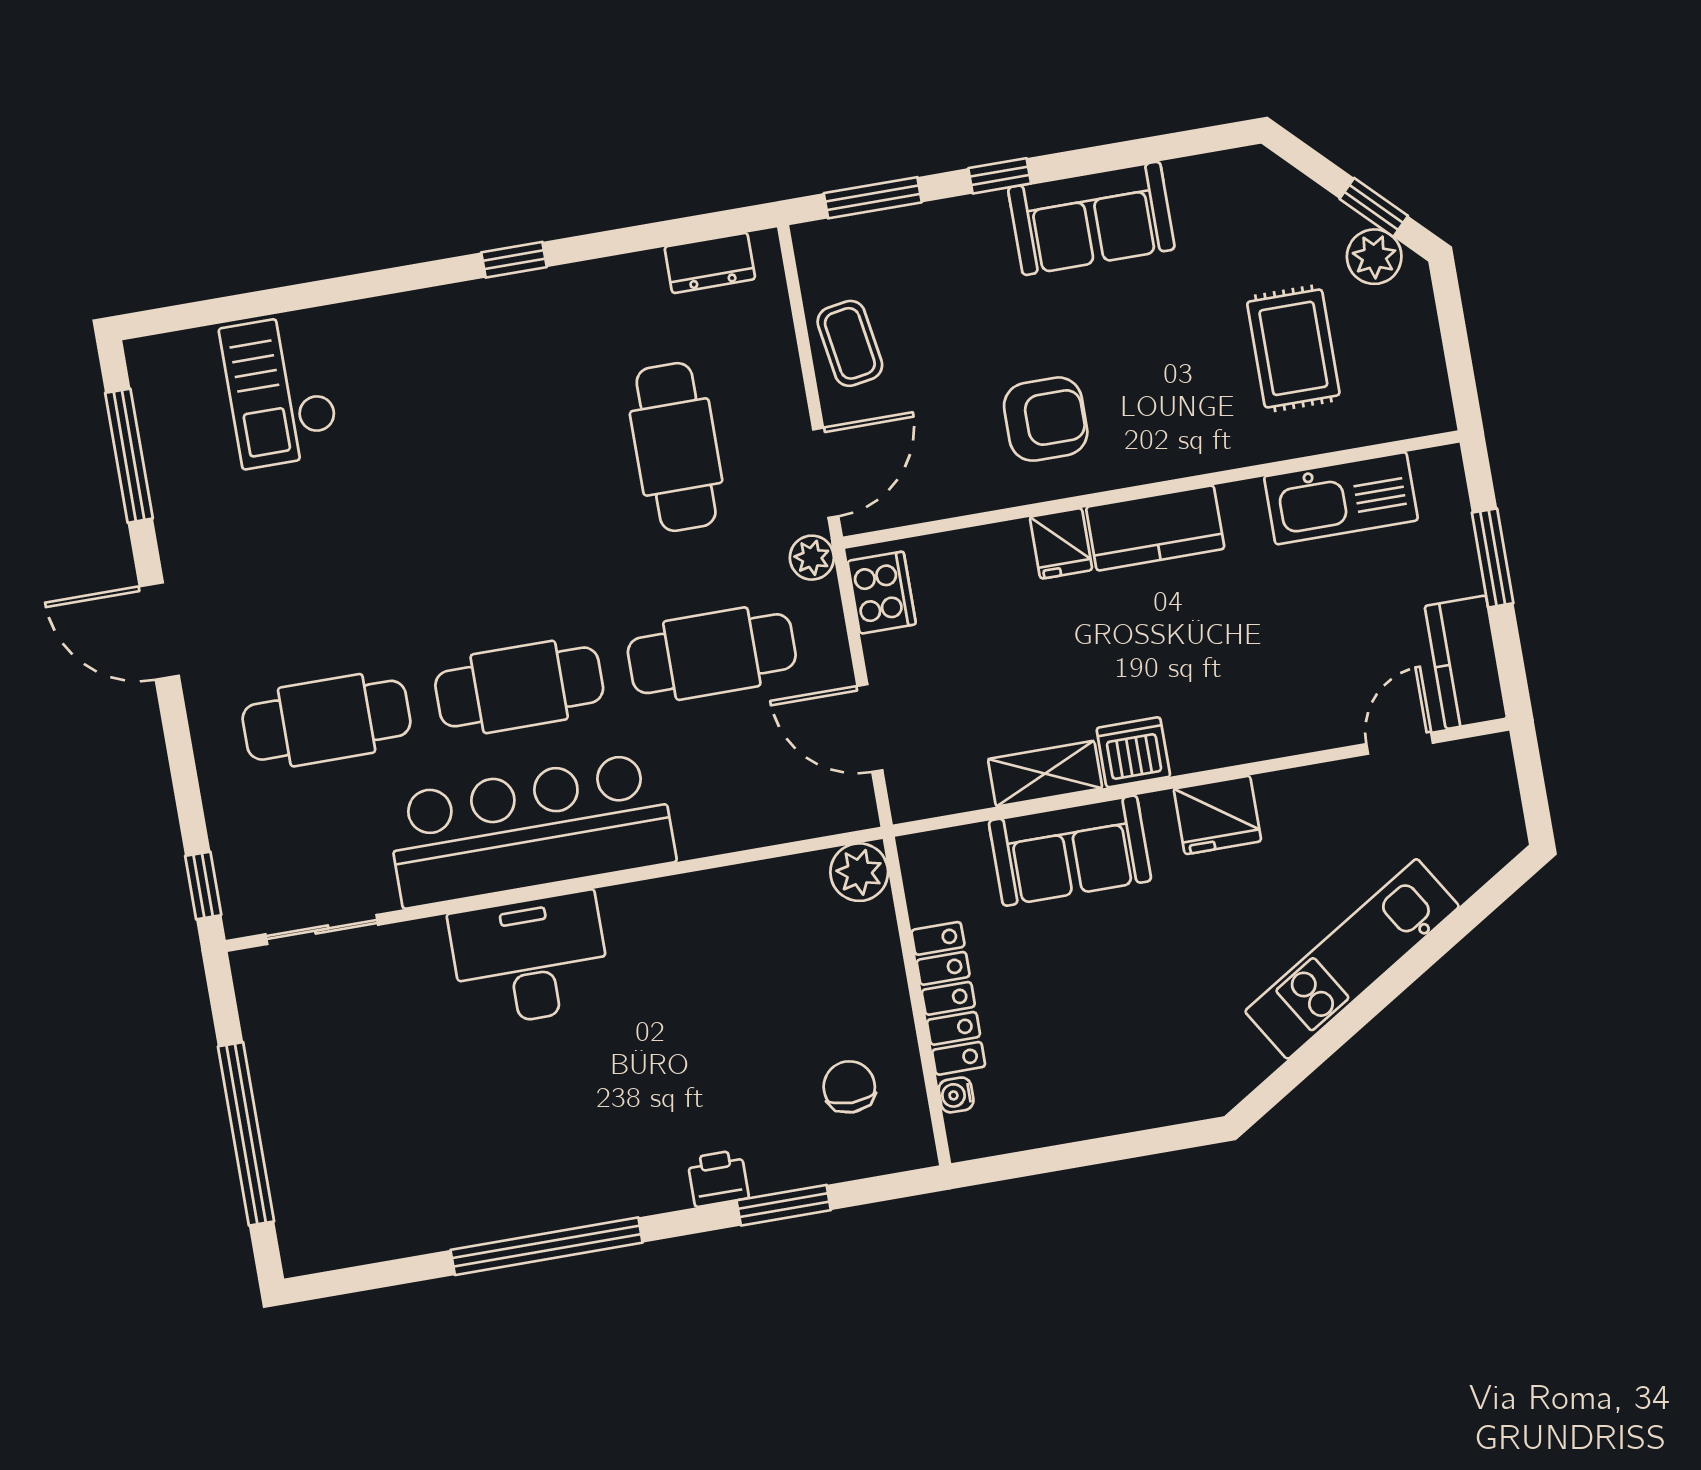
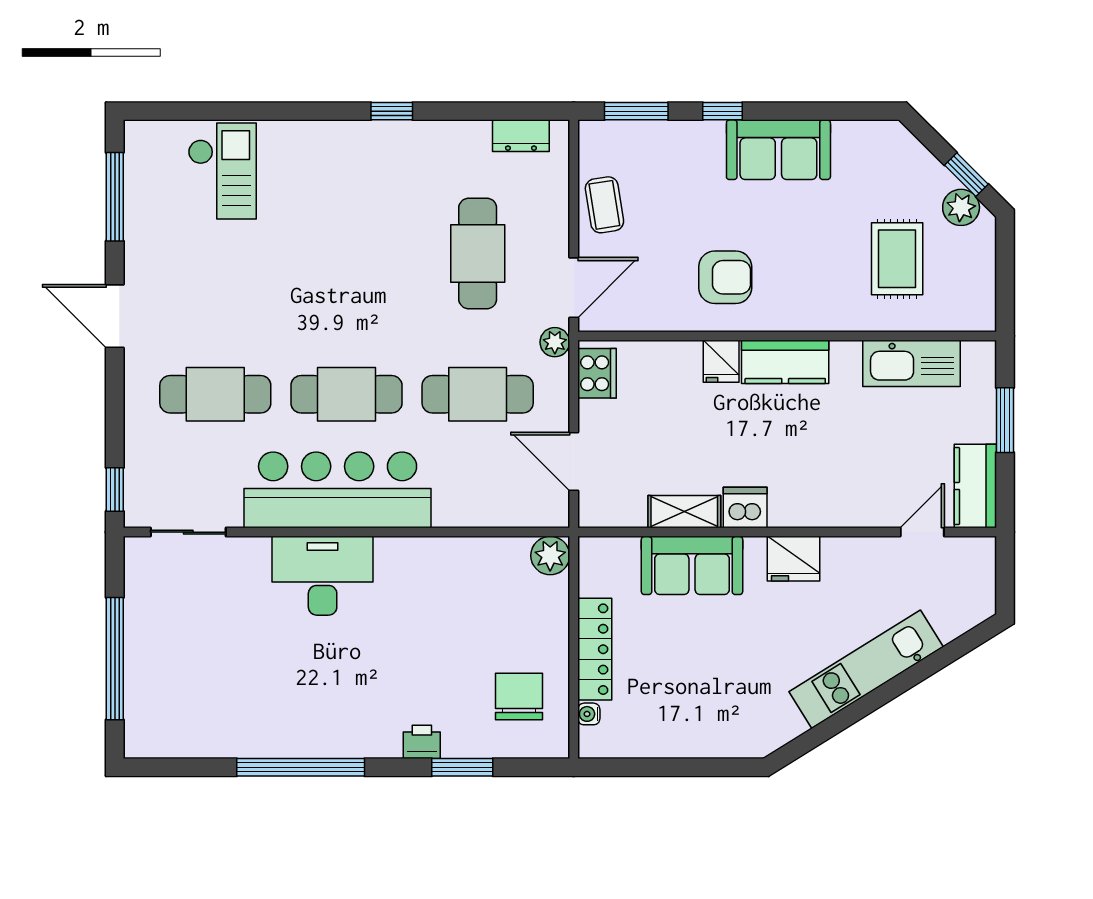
checkout: (280, 391) -> (222, 171), turned 180
chair: (849, 1087) -> (519, 696), width x1.37, depth x1.37

